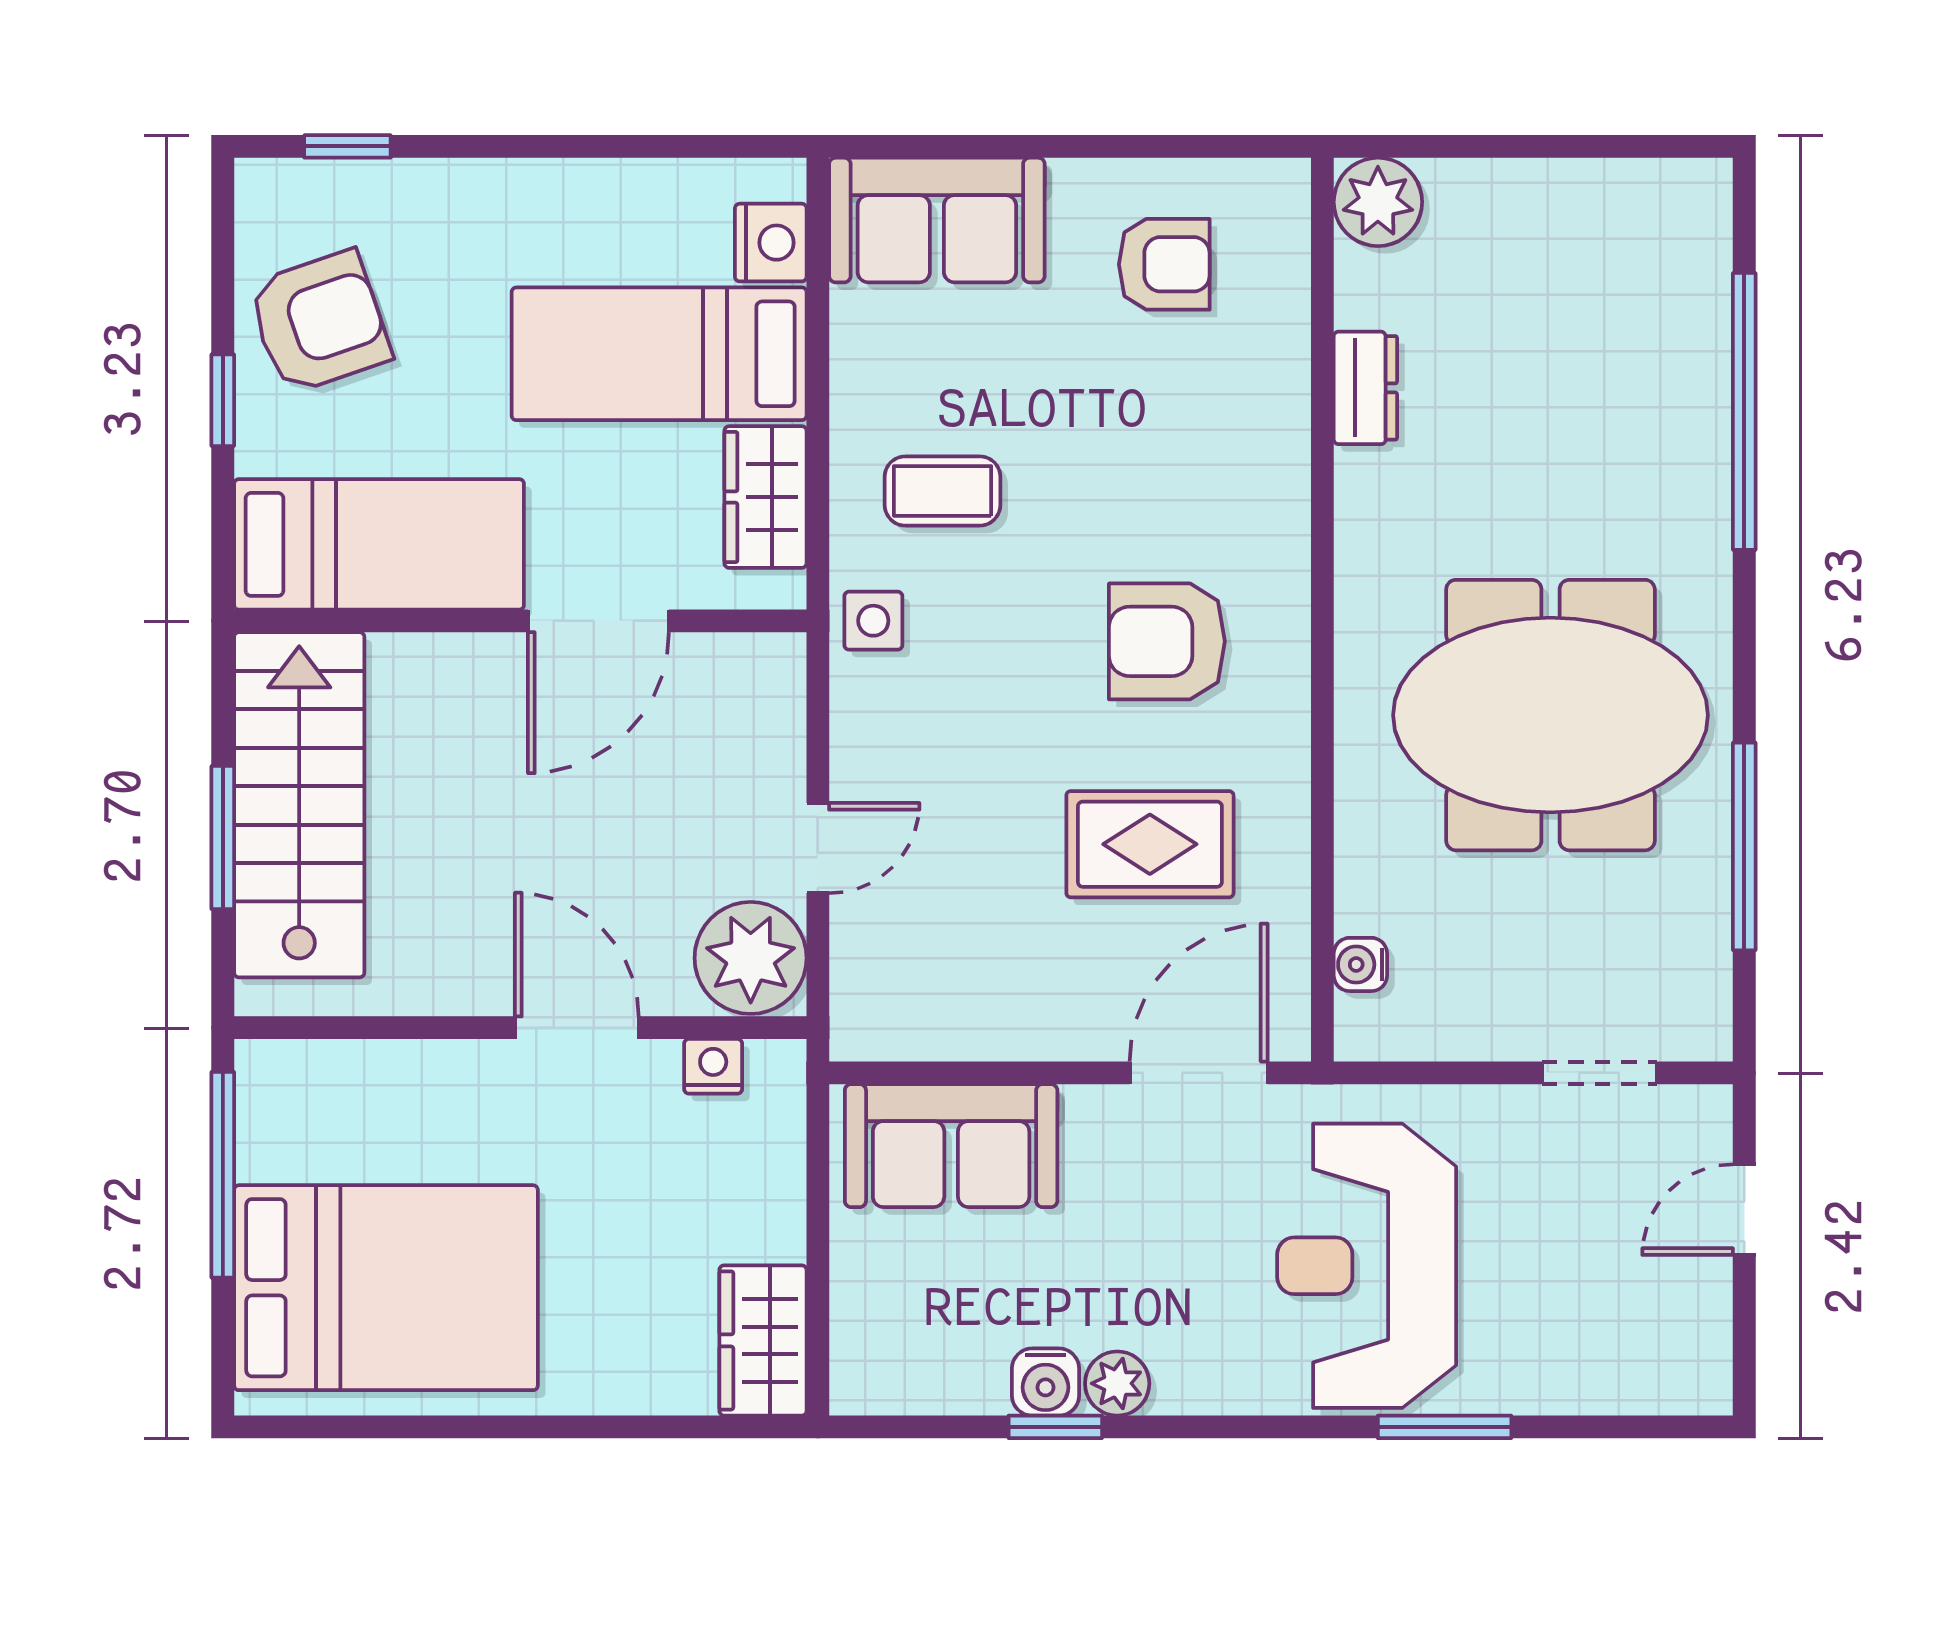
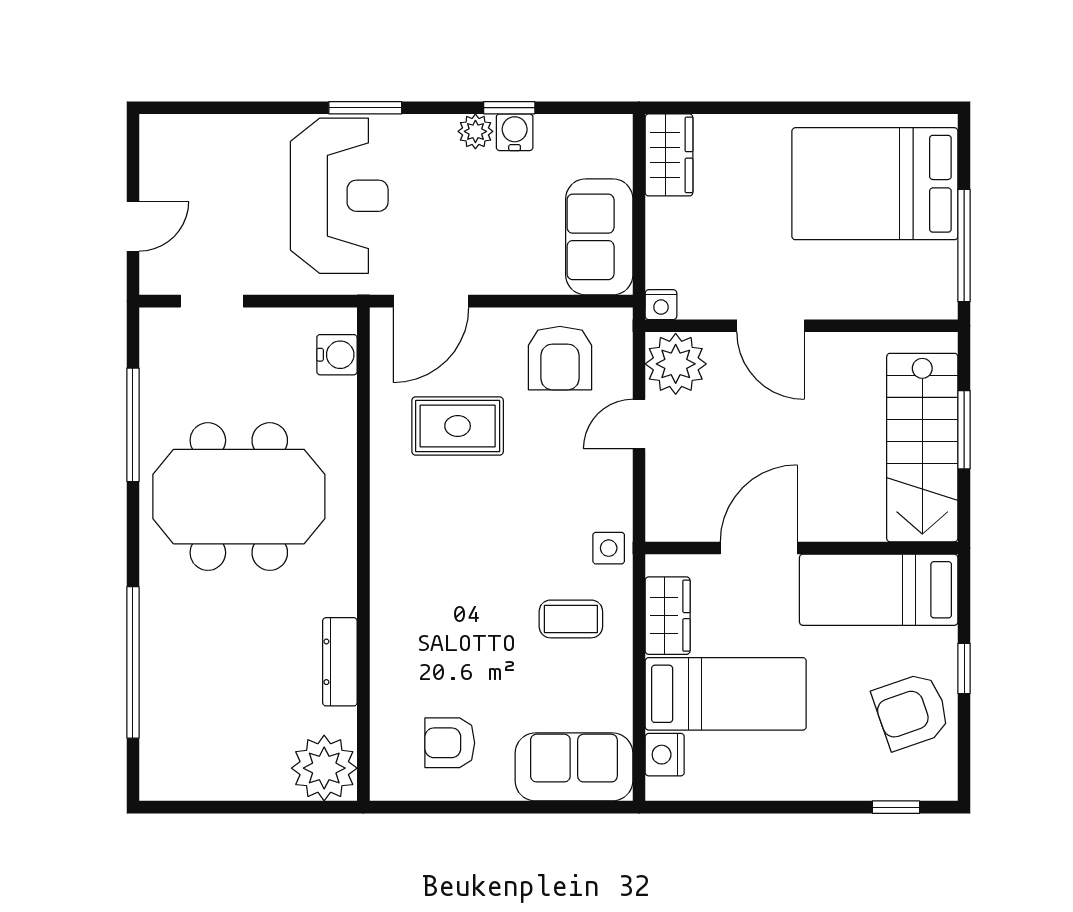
plant: (1378, 202) -> (324, 768), width x1.36, depth x1.36
dresser: (1365, 388) -> (340, 662), width x1.44
armchair: (1167, 641) -> (560, 358), moved, turned 90
water cooler: (1360, 964) -> (337, 355), width x1.38, depth x1.38
nightstand: (713, 1066) -> (661, 305), moved
sofa: (951, 1146) -> (599, 237), moved, turned -90
window: (1445, 1427) -> (365, 108), moved

